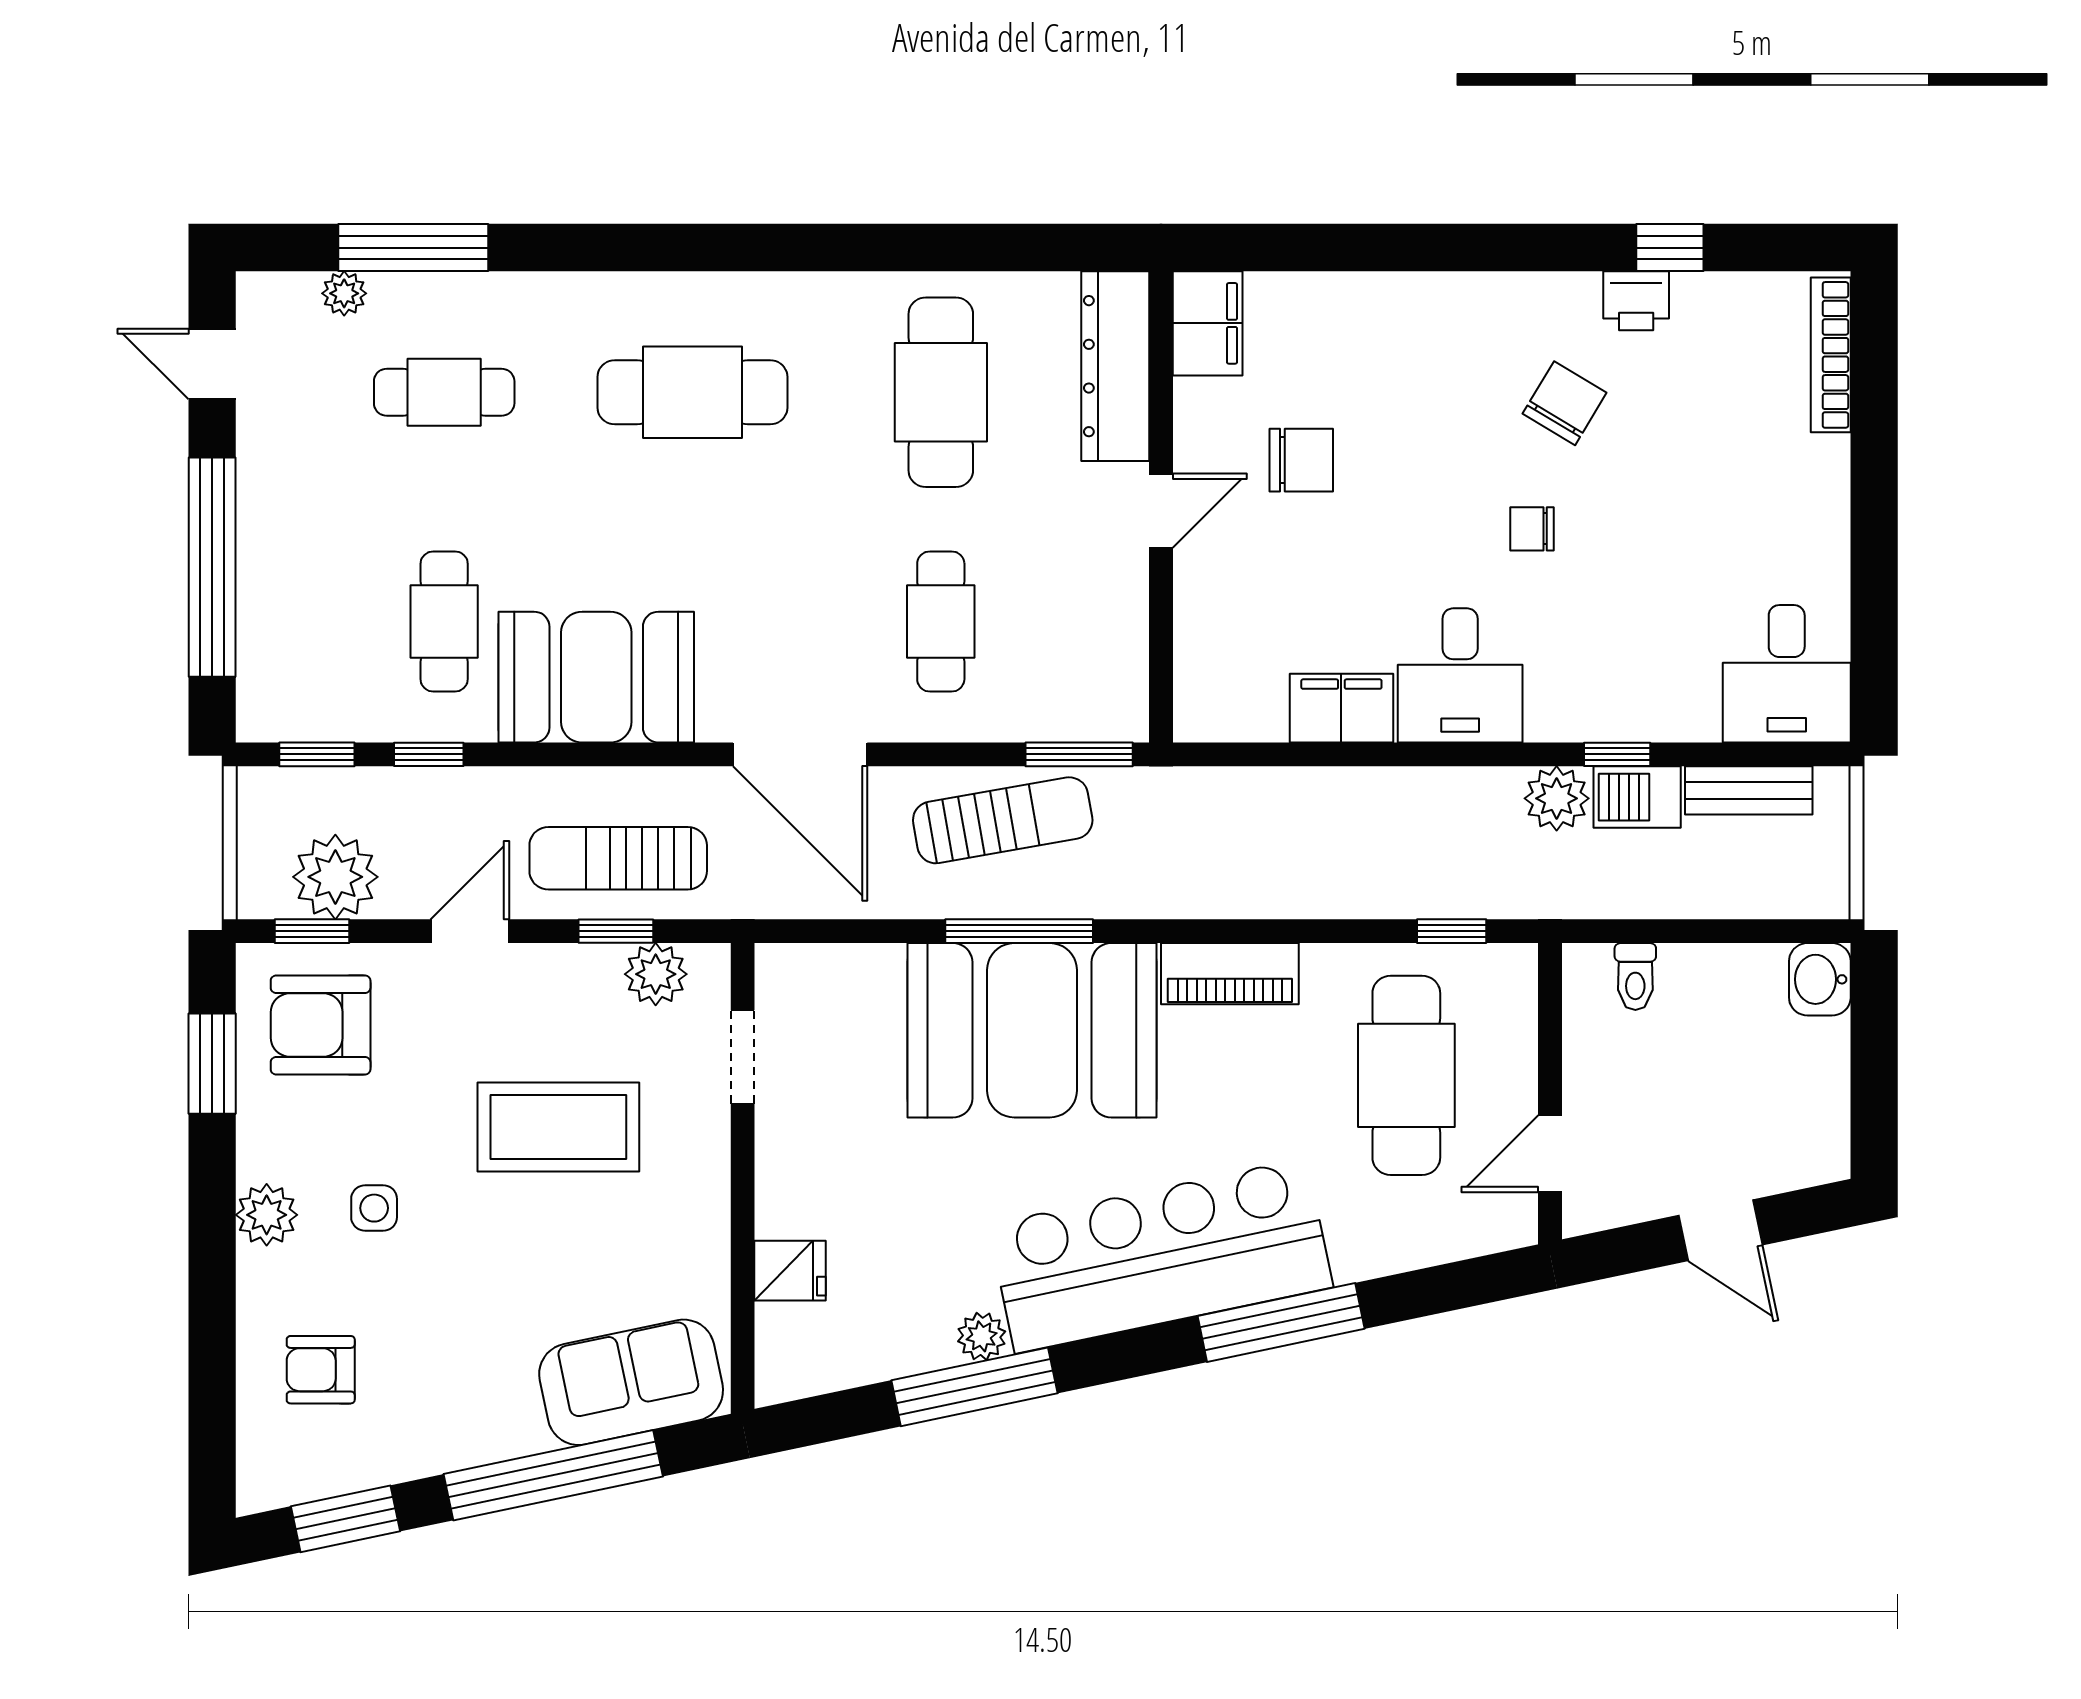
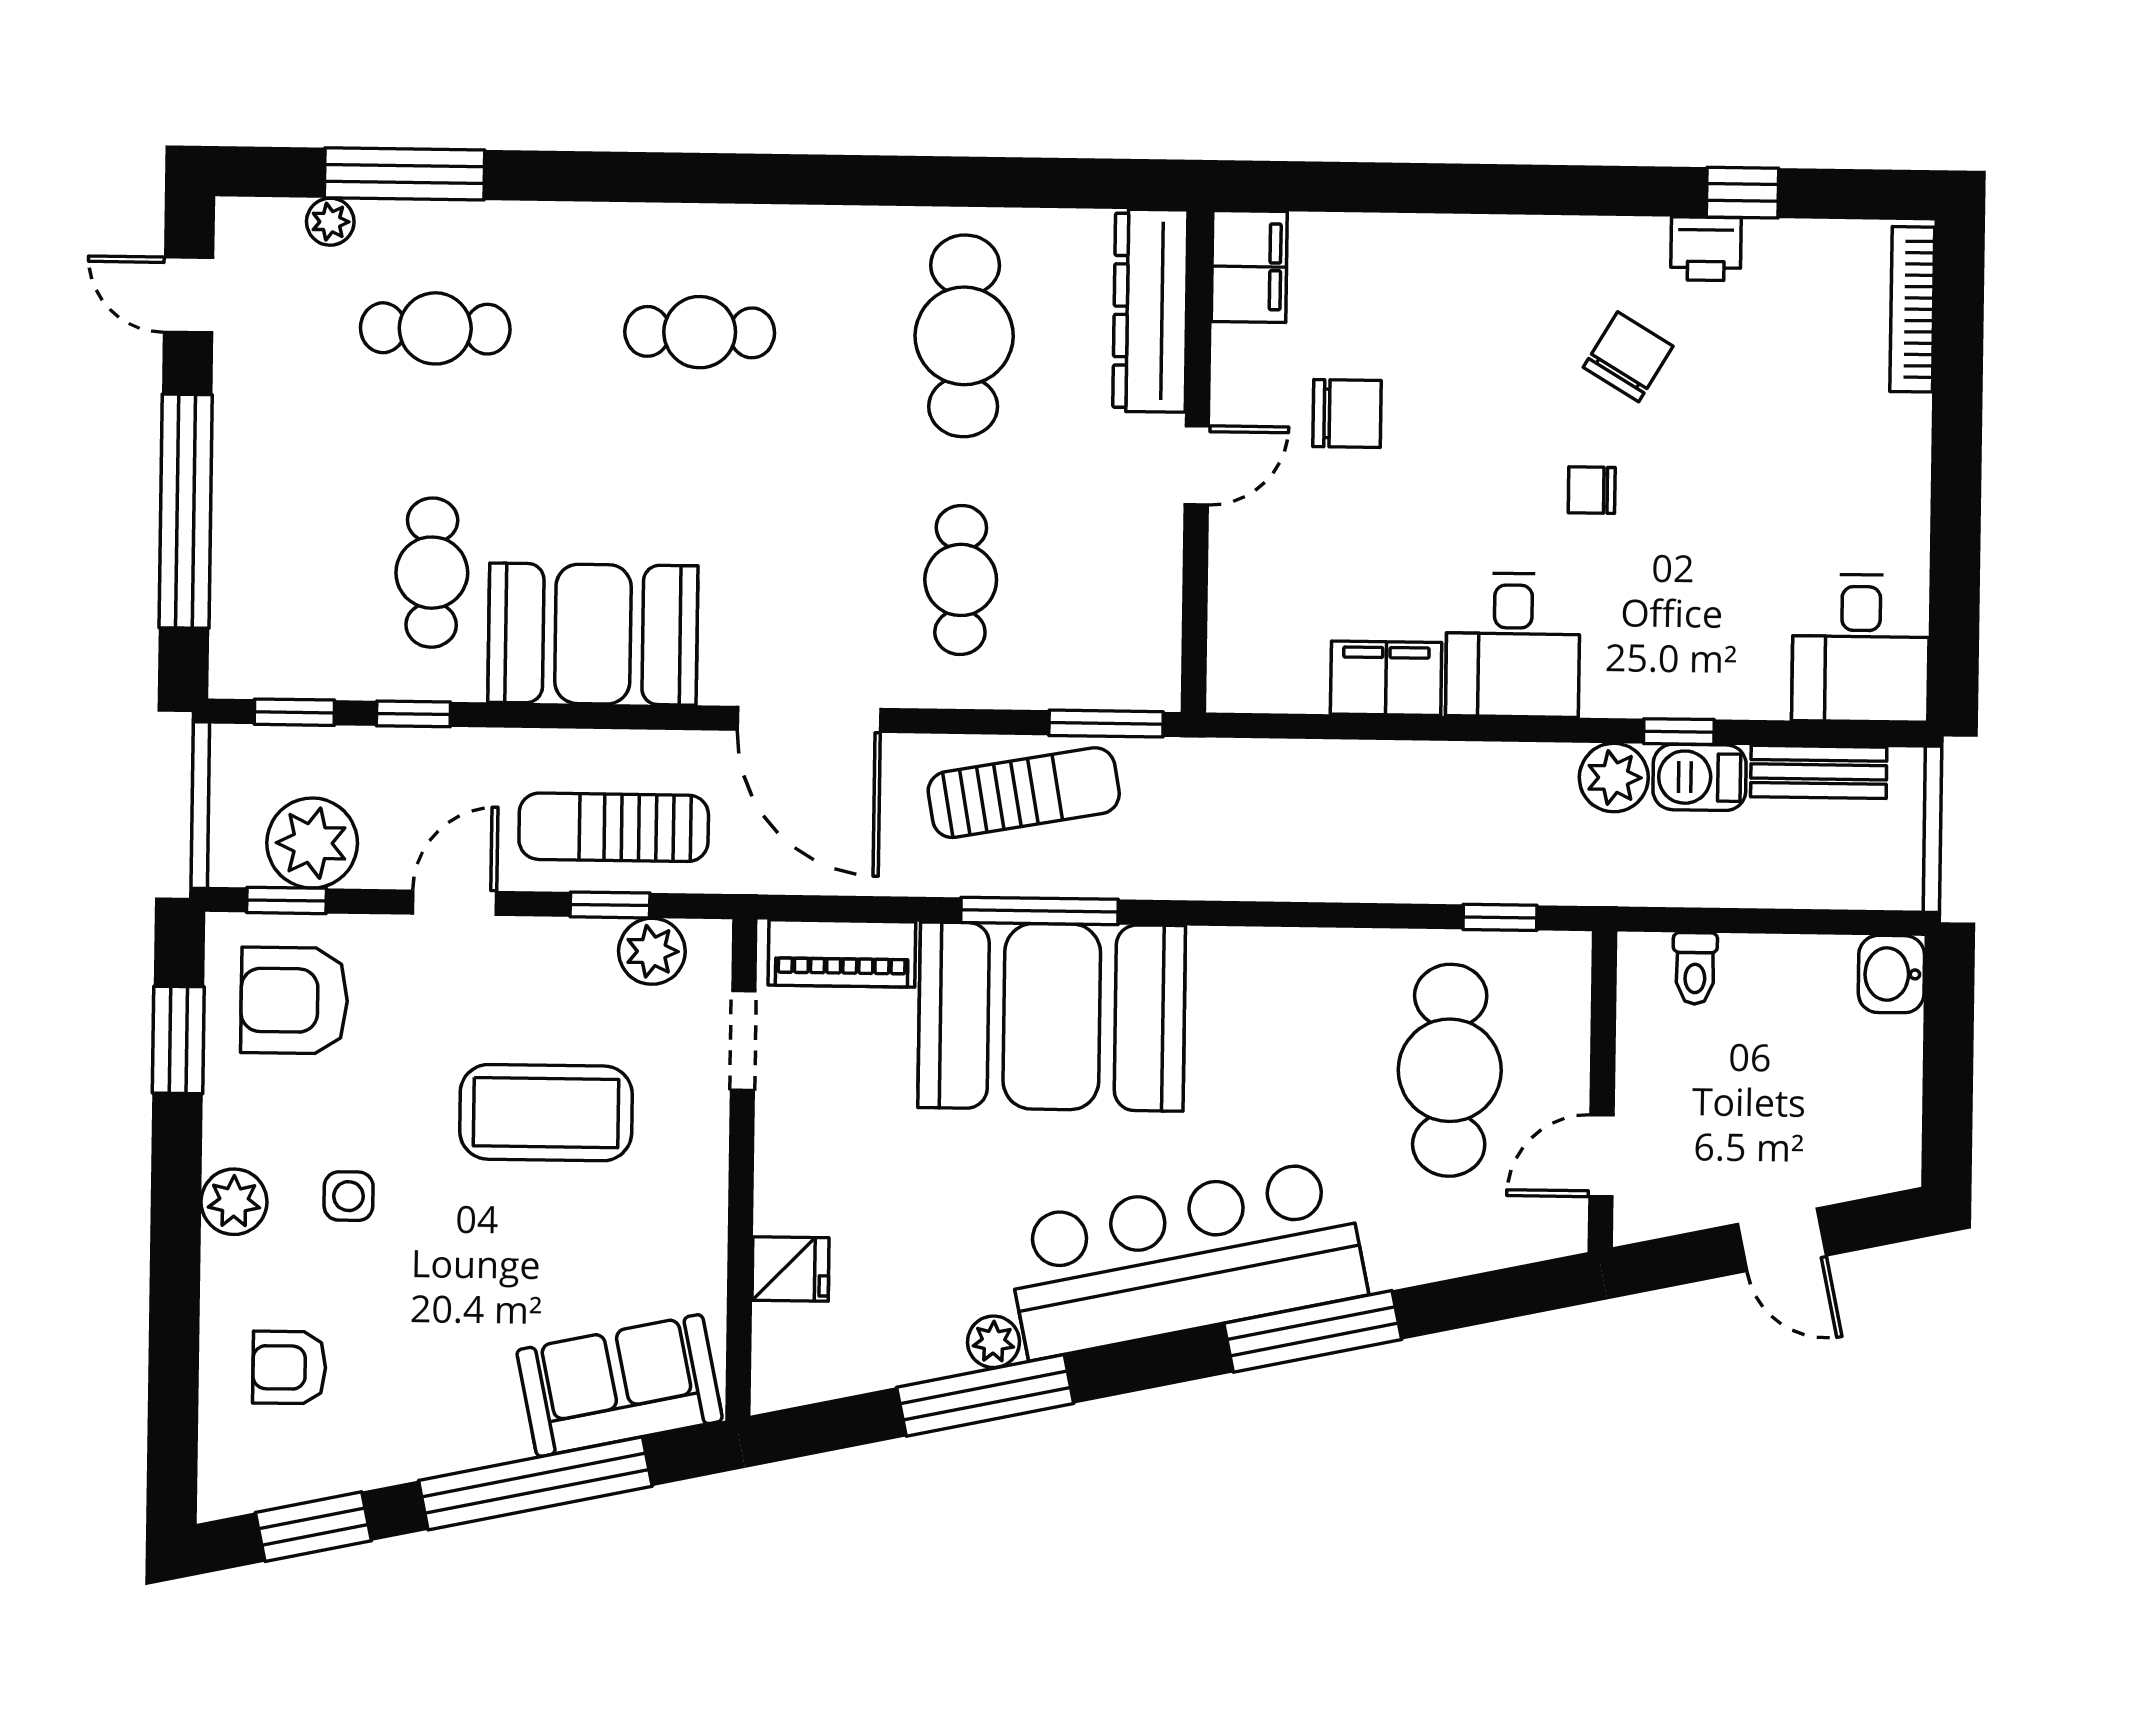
cafe table: (692, 392) -> (700, 332), width x0.73, depth x0.74
piano: (1230, 974) -> (842, 953), moved

